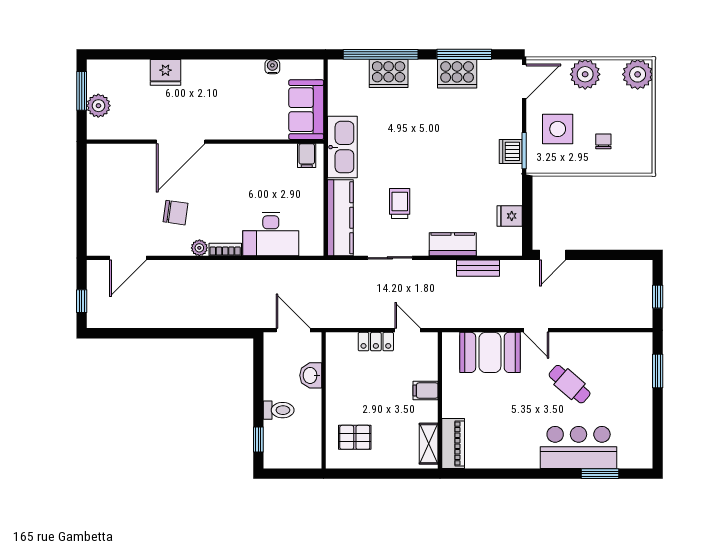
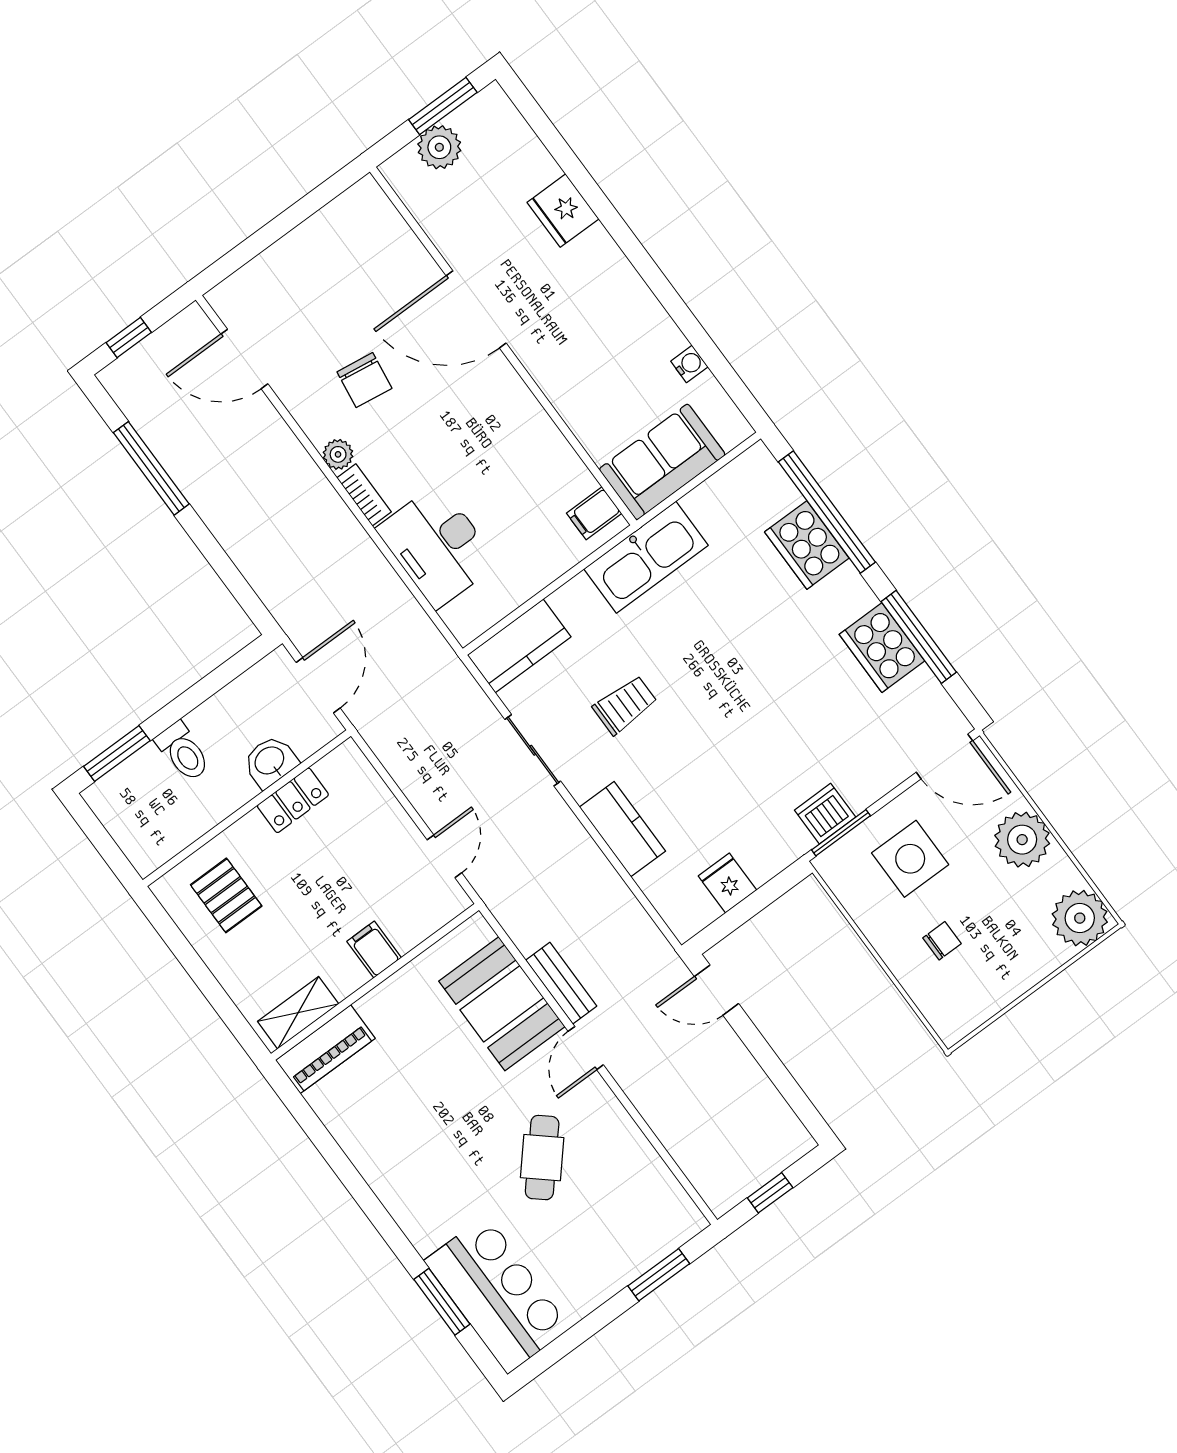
kitchen counter: (340, 218) -> (519, 646), width x0.67
bench: (478, 268) -> (561, 983), moved
window: (146, 333) -> (151, 468), added
locker: (376, 342) -> (293, 800), moved, turned -90
window: (258, 439) -> (117, 754), width x1.50
bar counter: (579, 447) -> (497, 1294), moved

